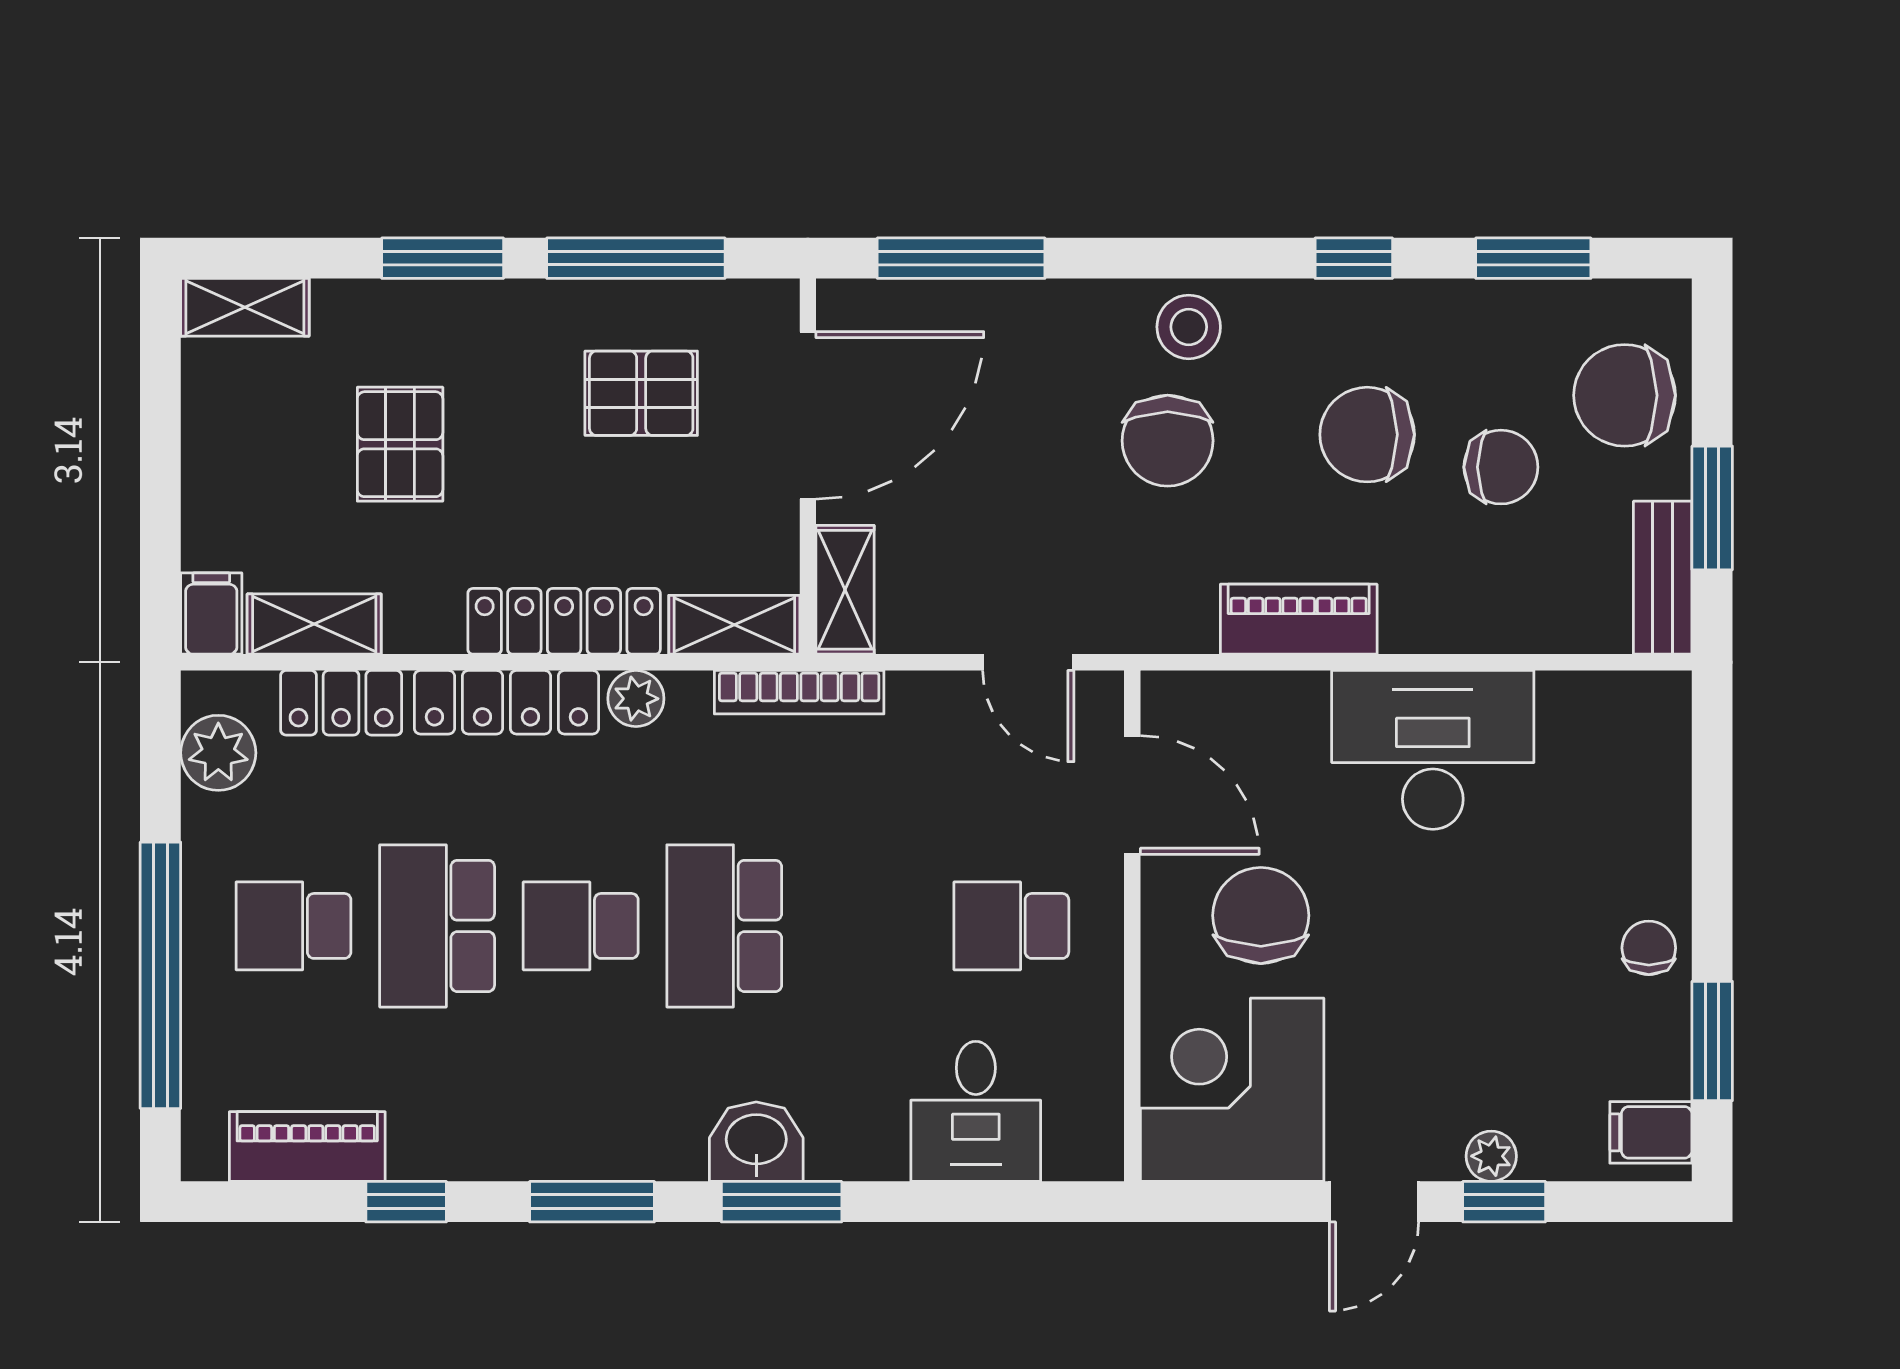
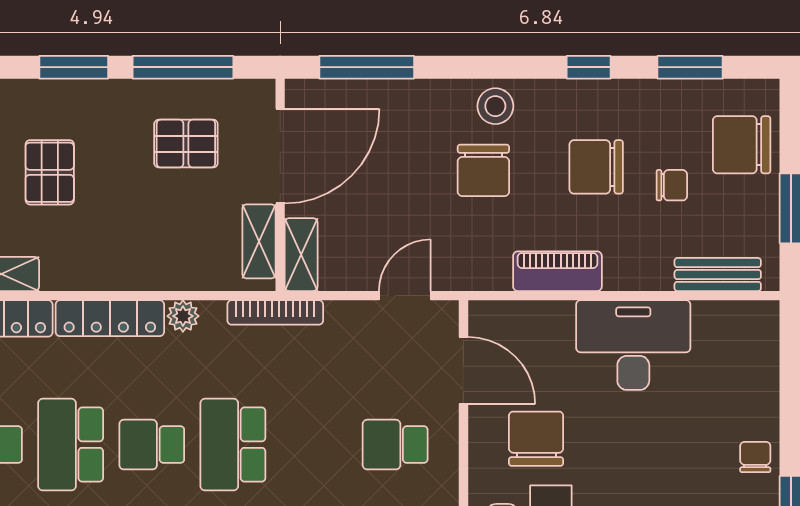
chair: (1501, 467) -> (672, 185), width x0.73, depth x0.73
bench: (1663, 578) -> (718, 275), moved, turned 90
locker: (564, 621) -> (142, 272), removed
shelving: (734, 625) -> (259, 241), moved, turned 90
door: (1028, 662) -> (405, 296), swing flipped

